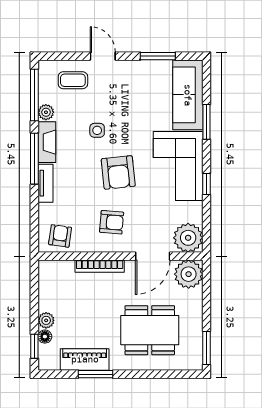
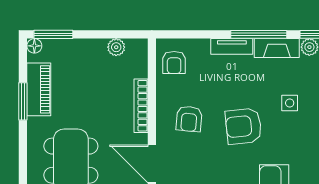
armchair: (60, 236) -> (174, 62), turned 82
plant: (46, 320) -> (116, 47), moved
floor lamp: (45, 337) -> (34, 46), moved
window: (34, 346) -> (53, 34), width x1.50

